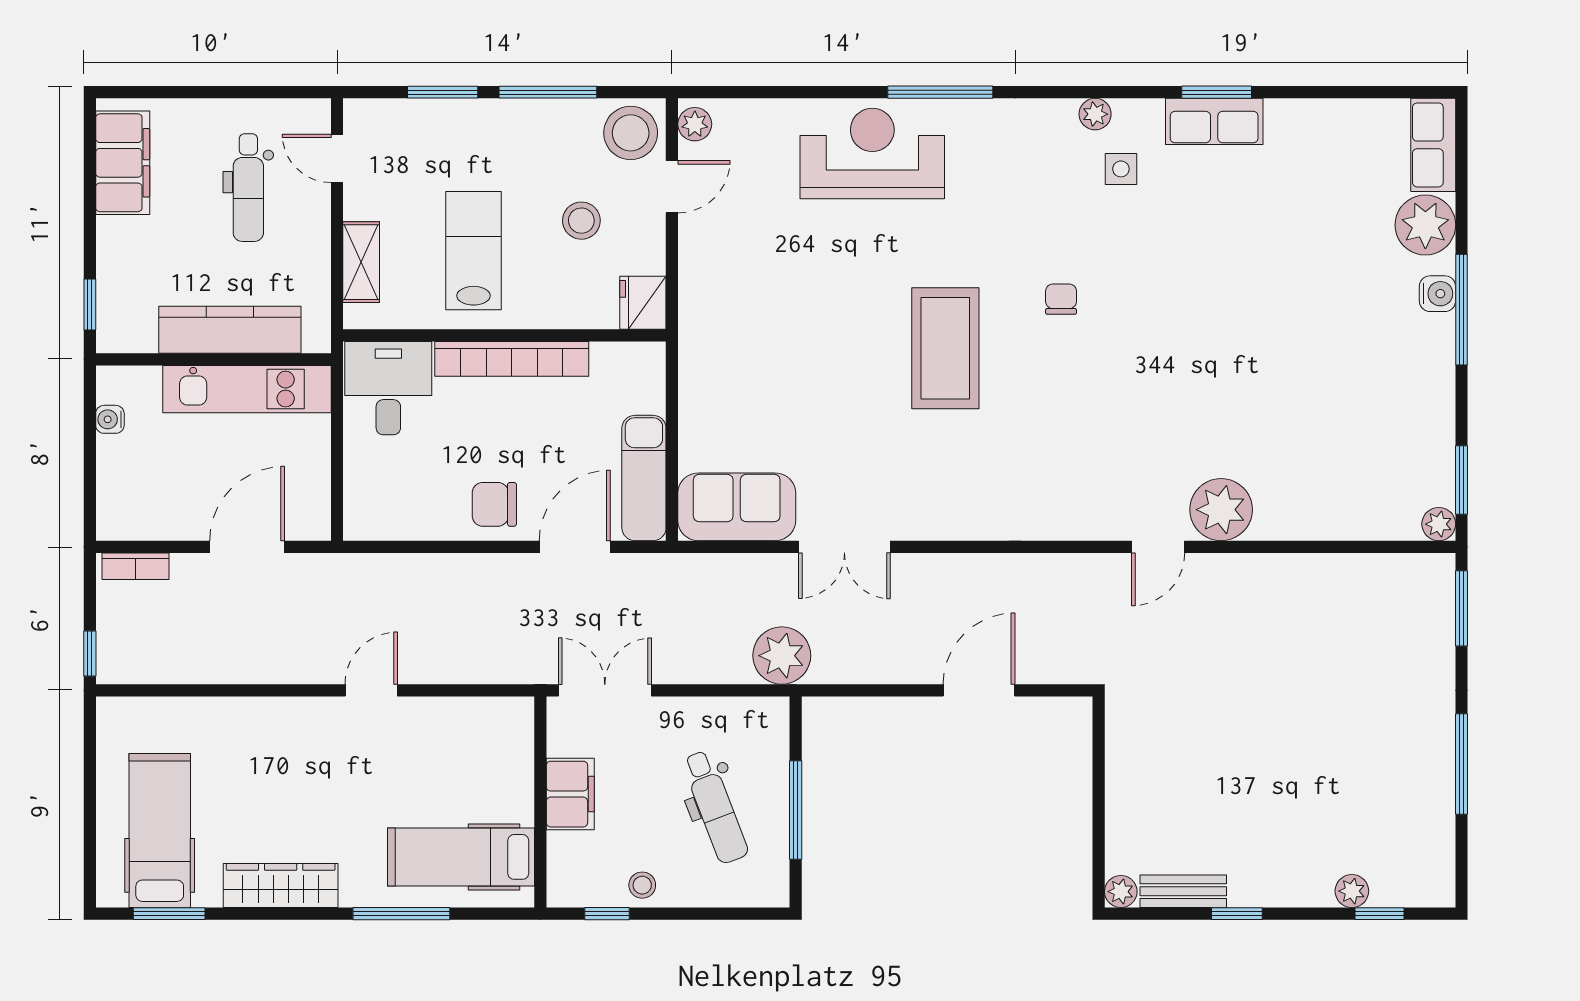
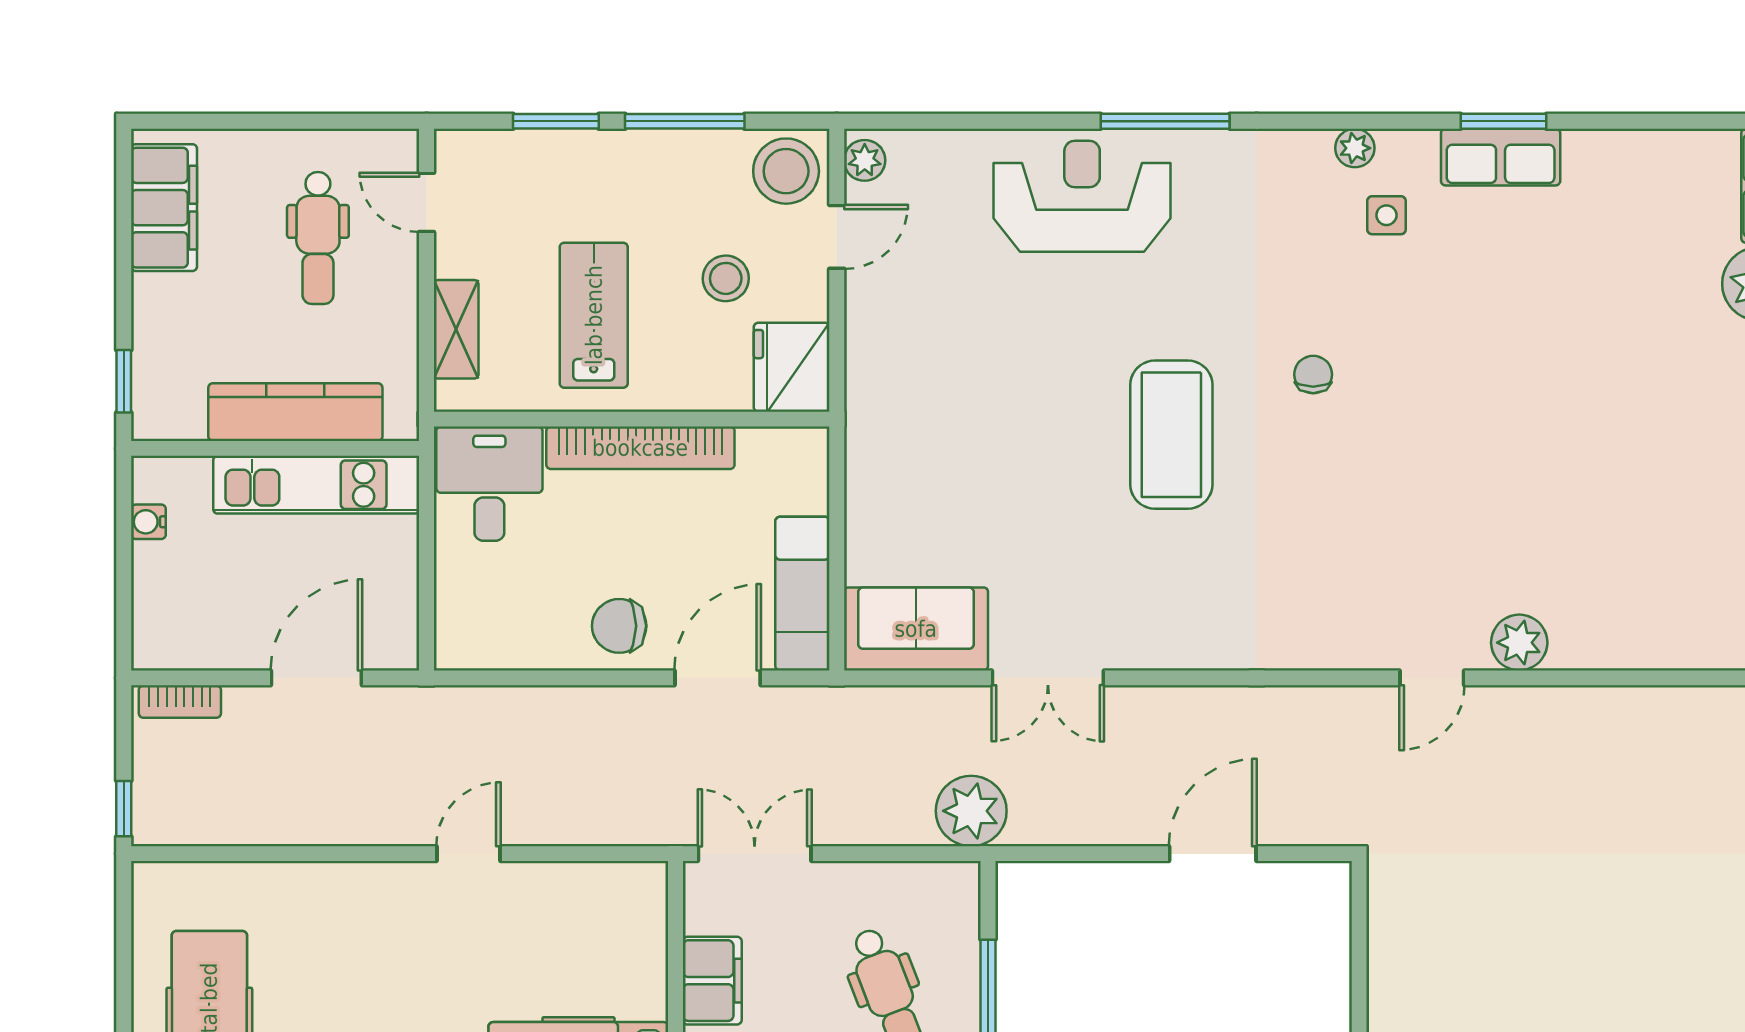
fridge: (643, 303) -> (792, 367), width x1.36, depth x1.34
plant: (1221, 510) -> (1519, 643), width x0.73, depth x0.73

